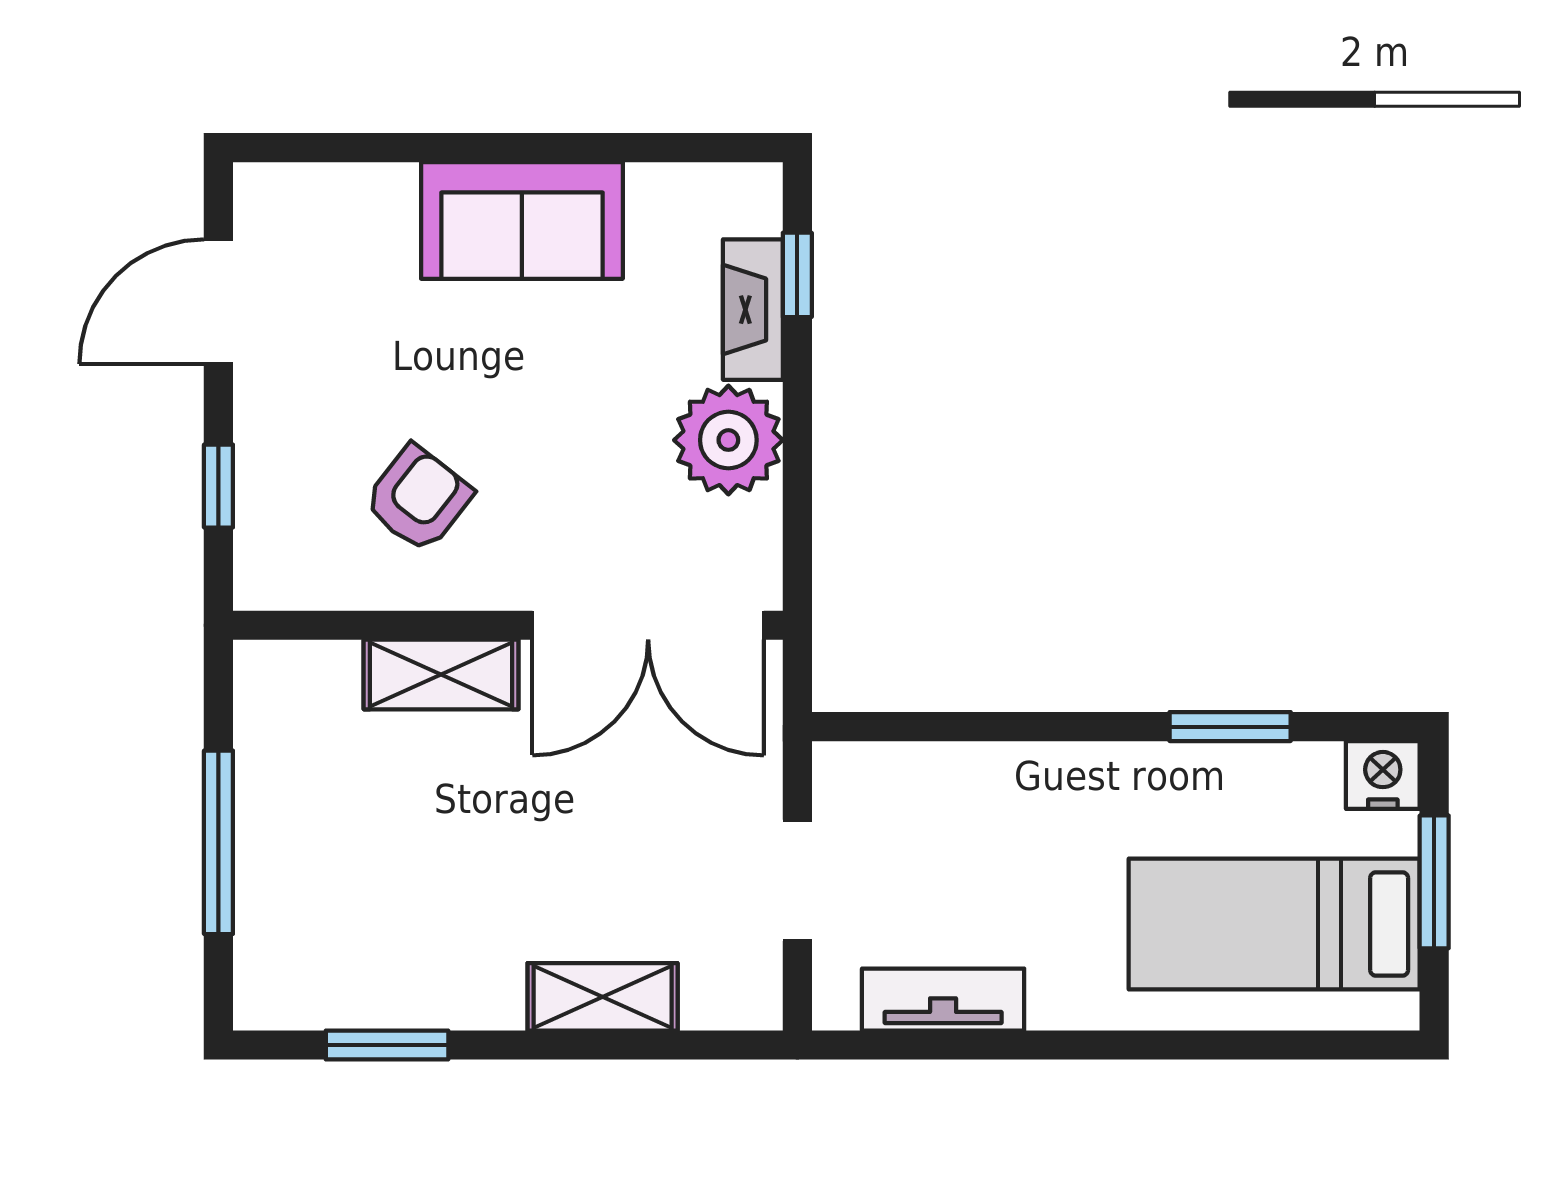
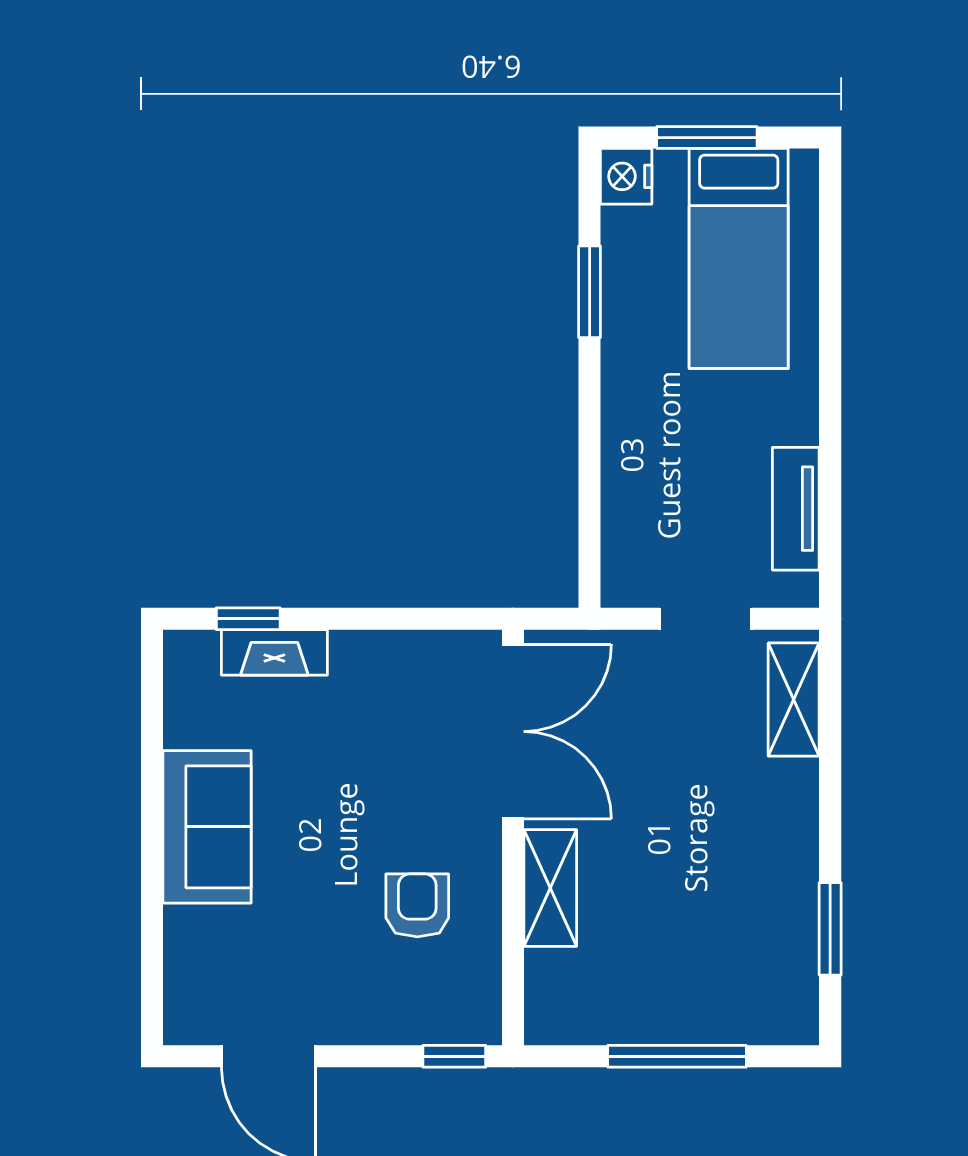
plant: (728, 440) -> (373, 671), removed
window: (218, 486) -> (454, 1056), moved
armchair: (418, 499) -> (417, 905), turned 52
shelving: (603, 997) -> (794, 700), moved

